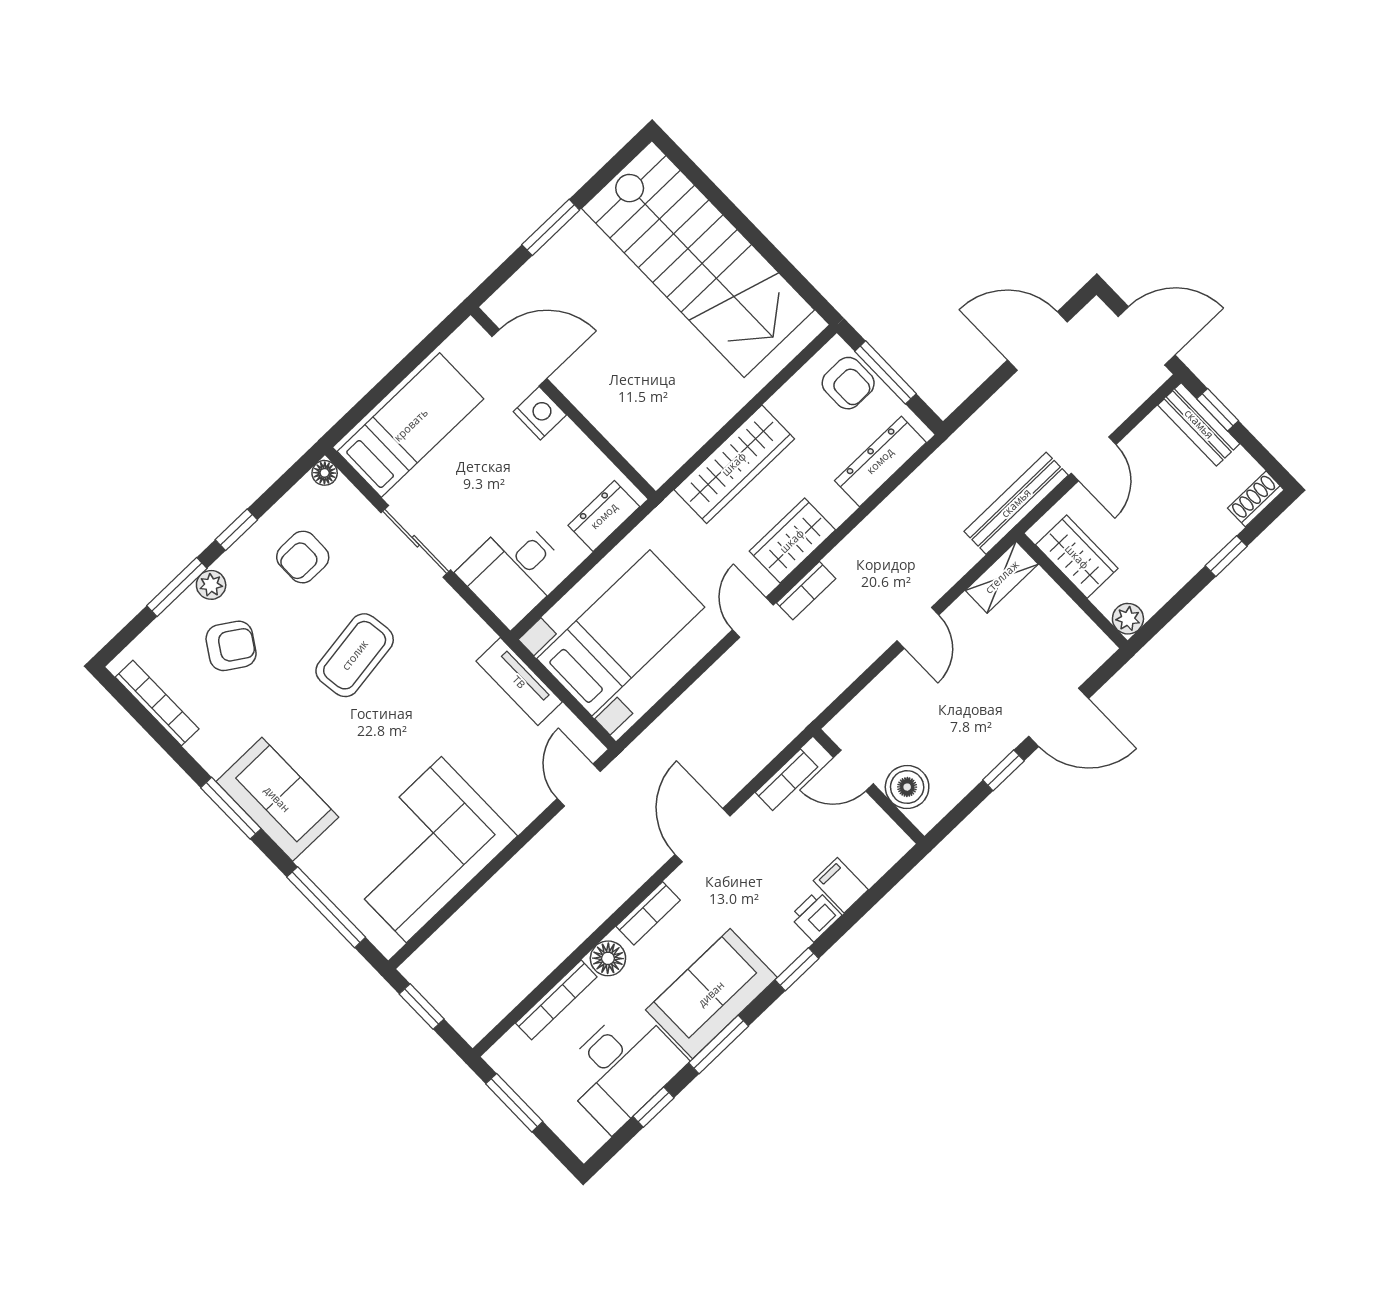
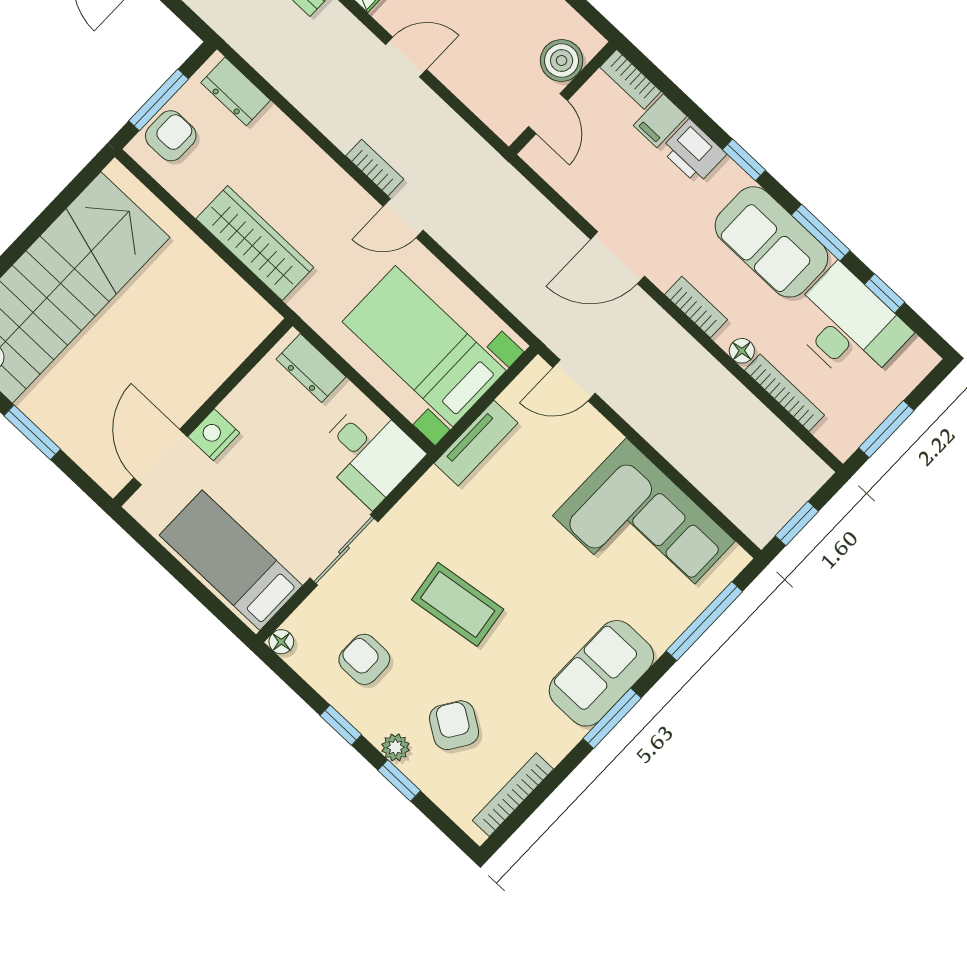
dresser: (880, 461) -> (236, 91), width x0.70
wardrobe: (792, 541) -> (327, 183), removed
armchair: (303, 557) -> (364, 659), turned 180
window: (177, 587) -> (399, 781), width x0.67
bookcase: (787, 780) -> (630, 79), moved, turned 180
printer: (816, 916) -> (693, 152), width x1.36, depth x1.24
floor lamp: (608, 958) -> (742, 351), width x0.73, depth x0.73

